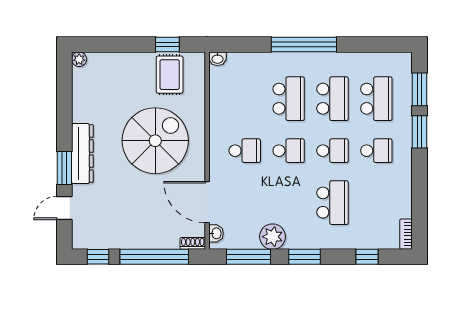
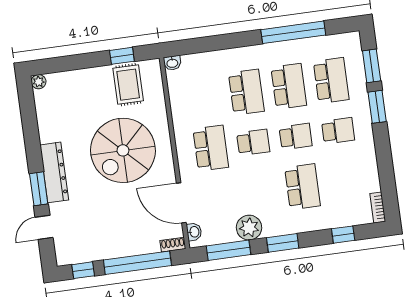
window: (304, 44) -> (293, 32), moved
spiral stairs: (155, 141) -> (123, 150), turned 180
school desk: (245, 151) -> (211, 148), width x1.85

